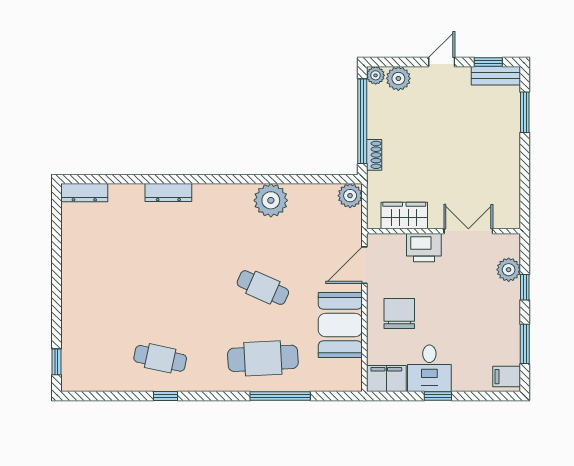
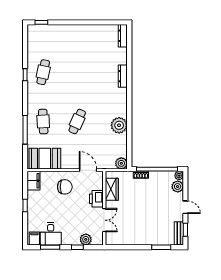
booth: (340, 325) -> (45, 159), moved
cafe table: (263, 358) -> (43, 121), width x0.73, depth x0.74
desk: (429, 368) -> (51, 234), moved, turned -90

